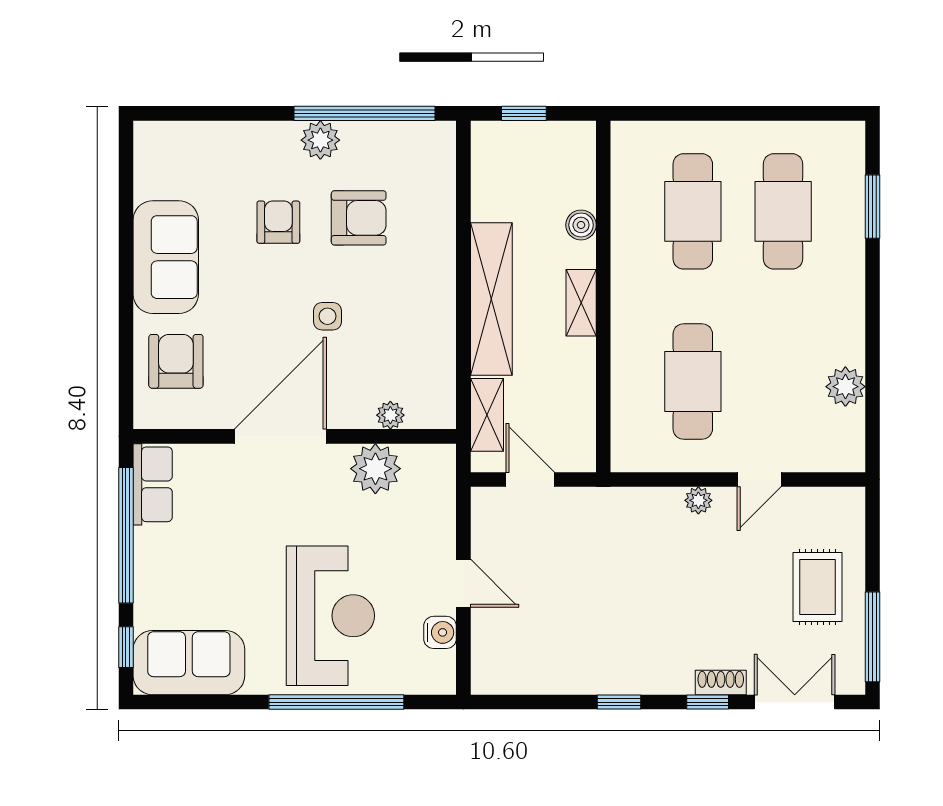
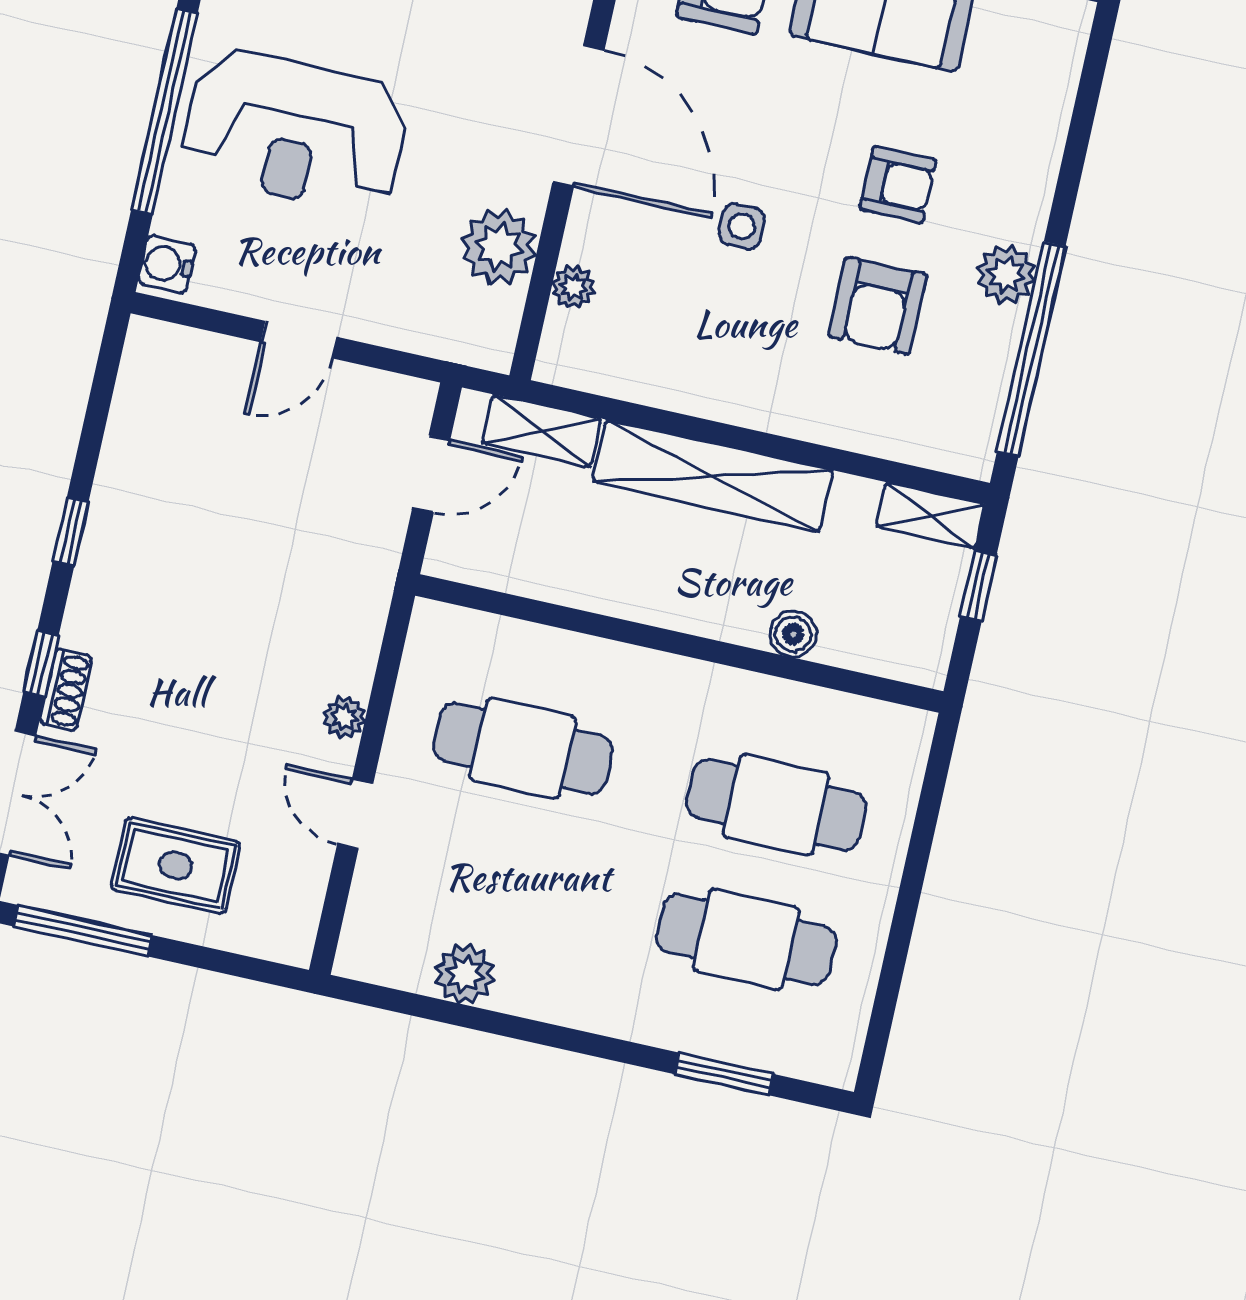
shelving: (581, 303) -> (931, 516), moved
water cooler: (440, 632) -> (167, 264), moved, turned 90

